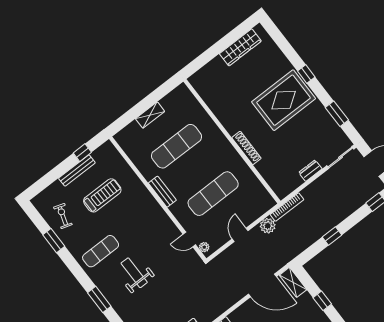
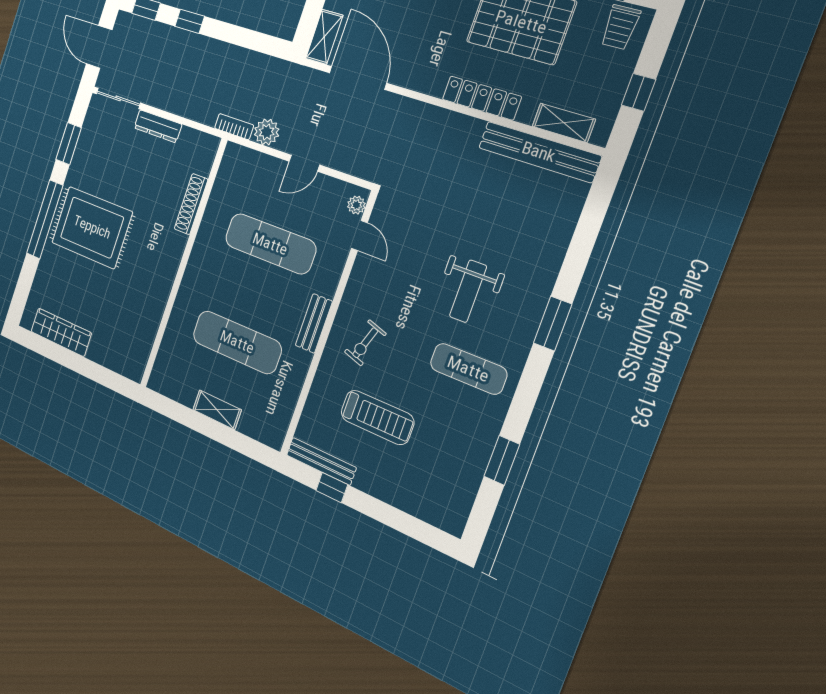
window: (306, 74) -> (45, 219), width x3.17
shoe rack: (246, 148) -> (191, 204), moved
bench: (77, 170) -> (321, 461), moved
dresser: (310, 171) -> (158, 126), width x1.44
treadmill: (102, 195) -> (377, 417), turned 180
bookcase: (287, 207) -> (234, 127), width x0.64
exercise bike: (63, 216) -> (365, 343), moved
window: (332, 236) -> (190, 21), moved

